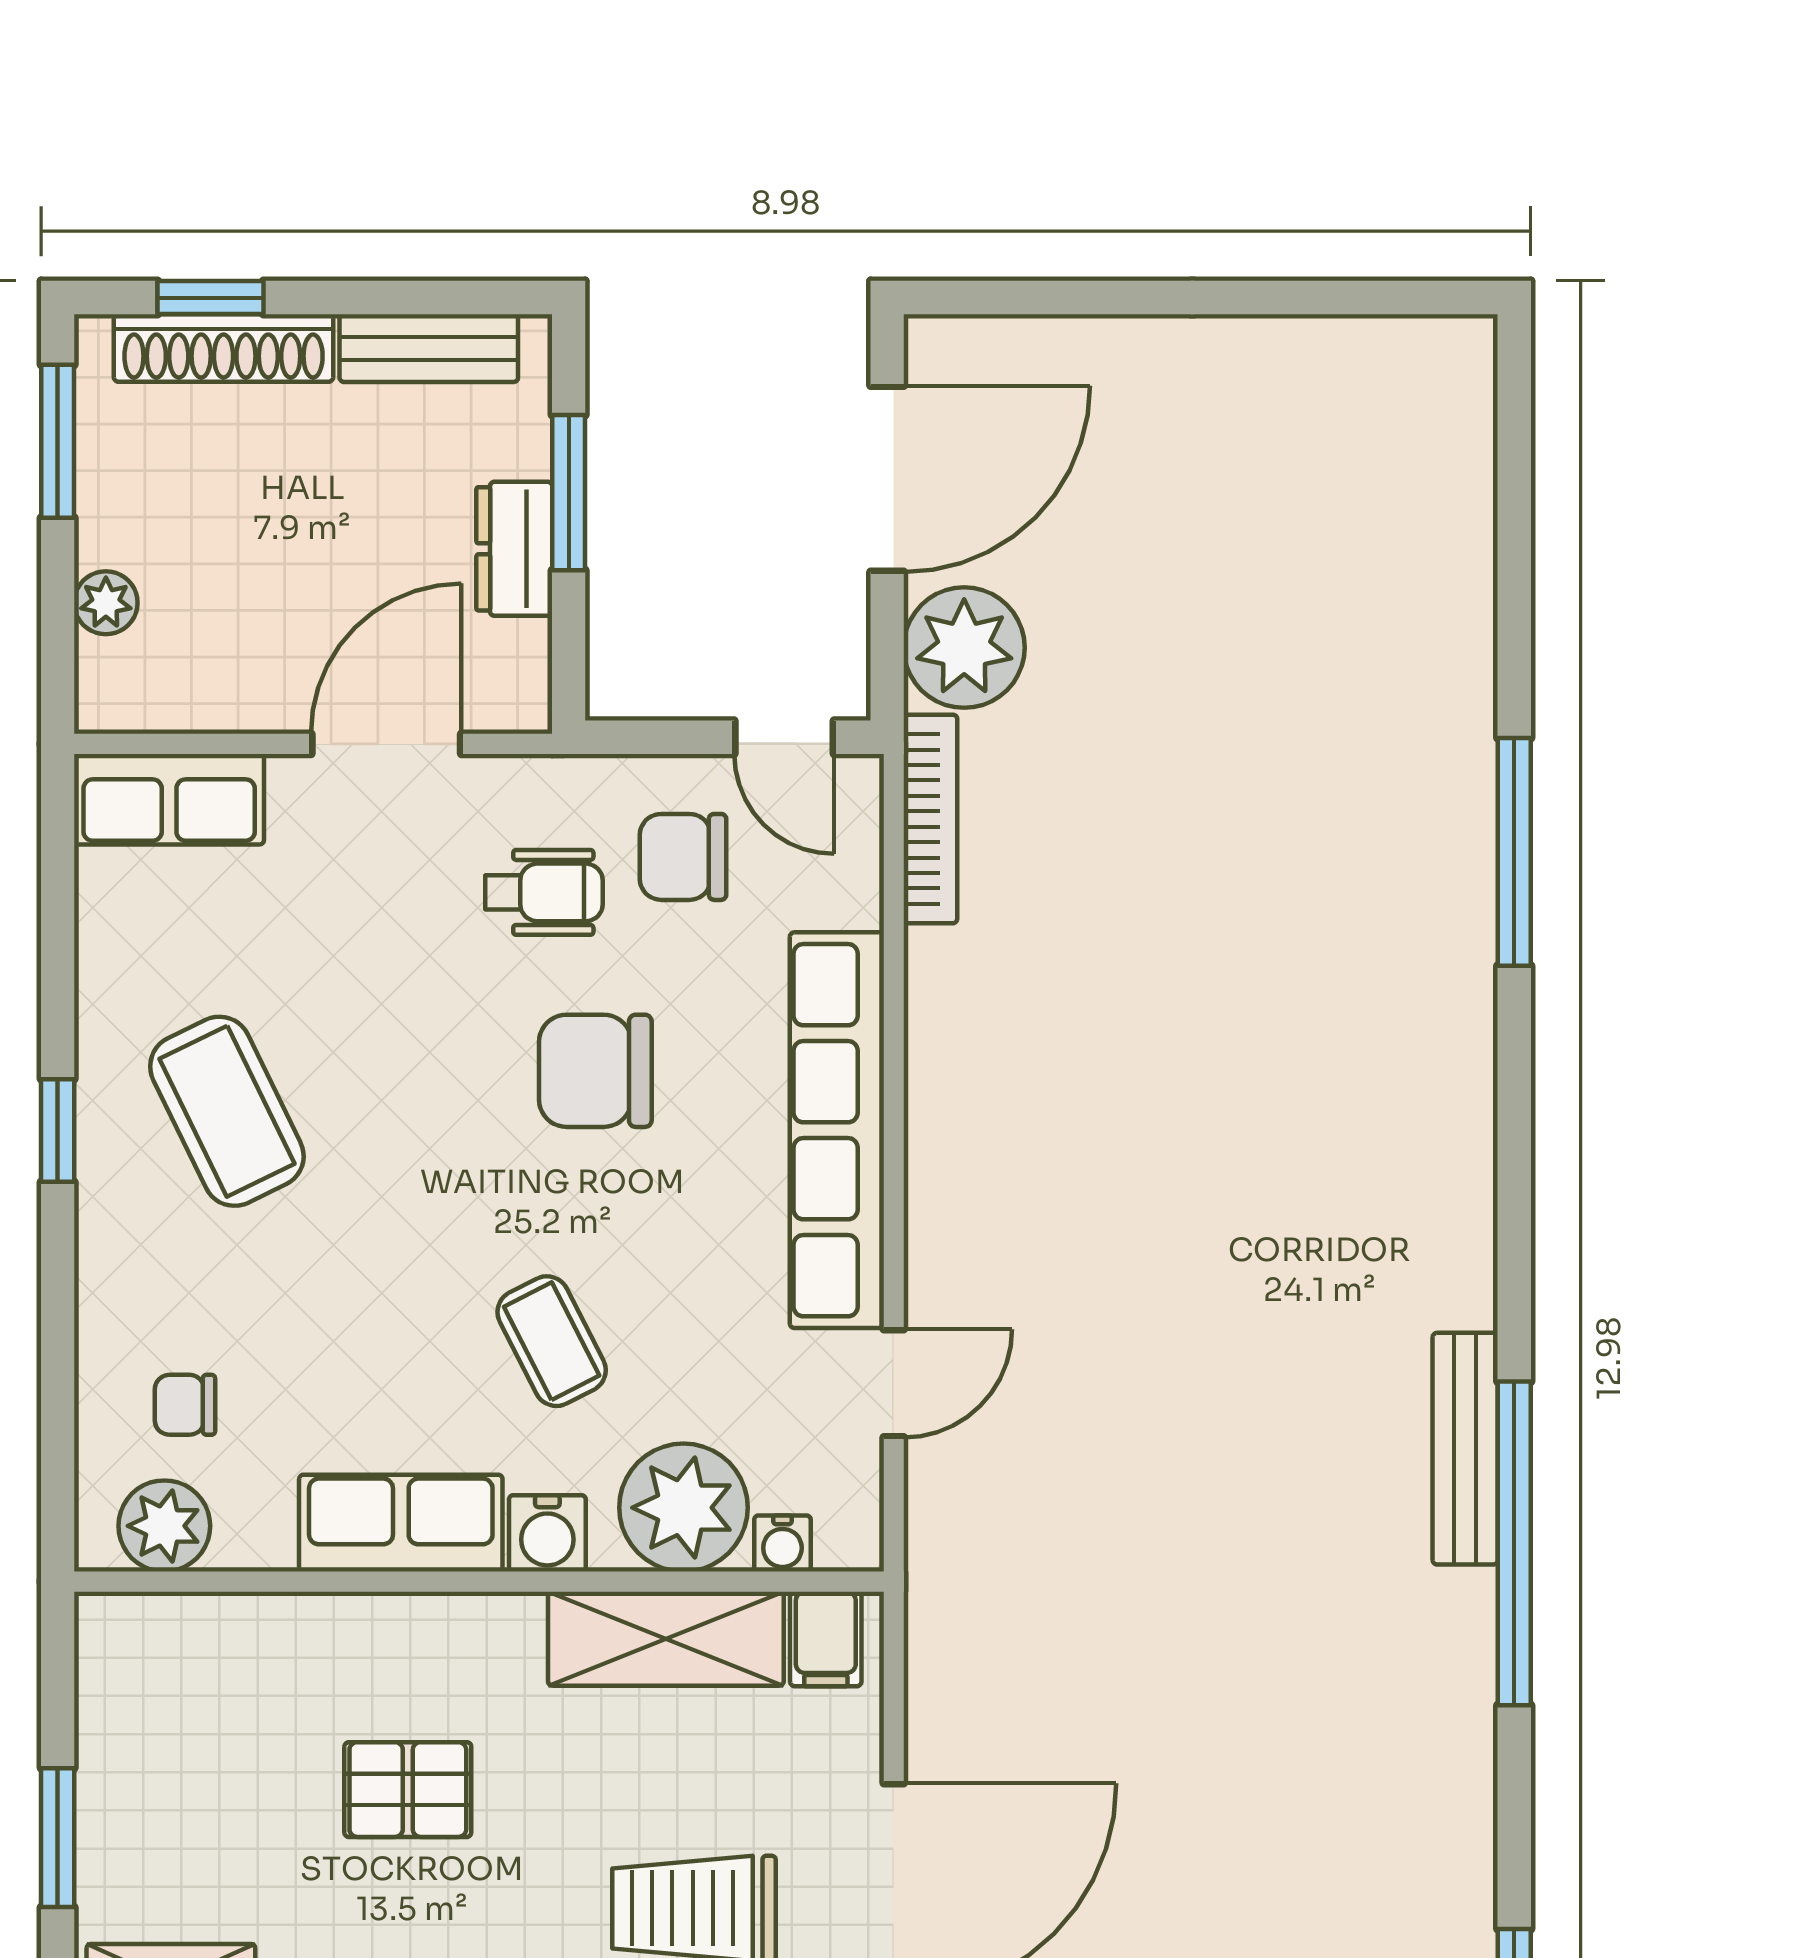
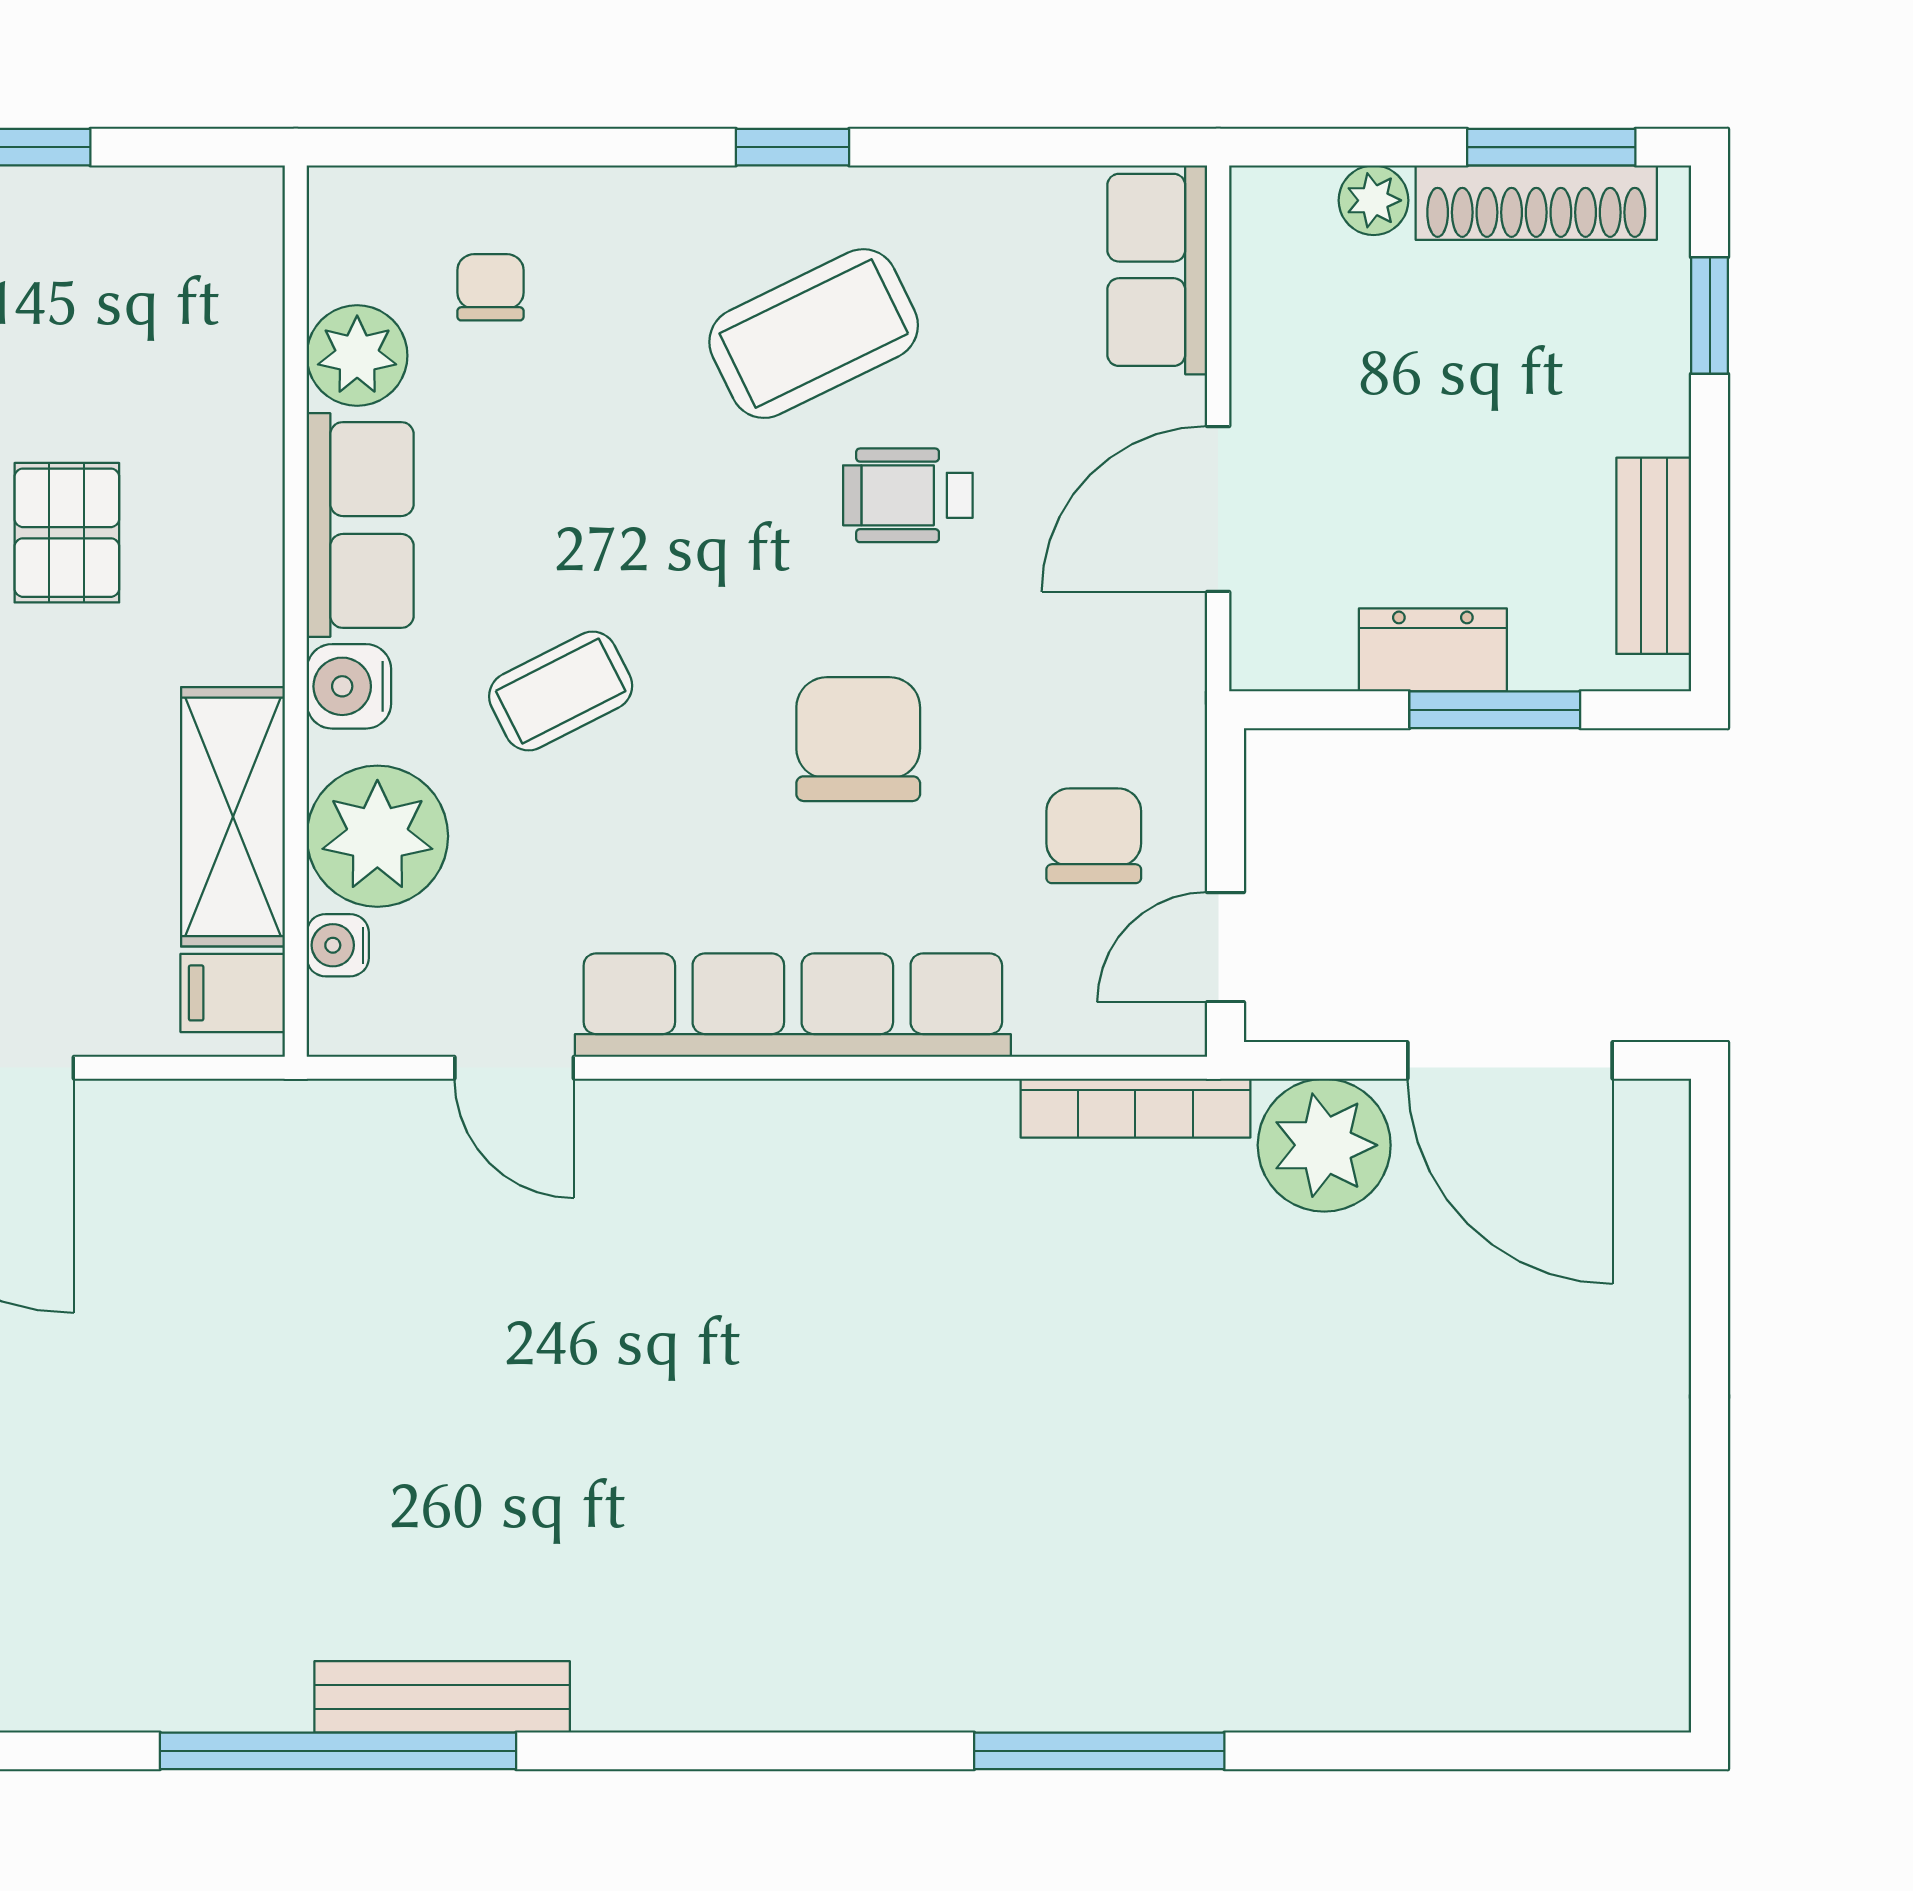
shoe rack: (224, 348) -> (1536, 203), moved, turned -90
door: (386, 744) -> (1218, 509), swing flipped
wheelchair: (544, 892) -> (908, 495), moved, turned 90
plant: (164, 1526) -> (357, 356), moved

